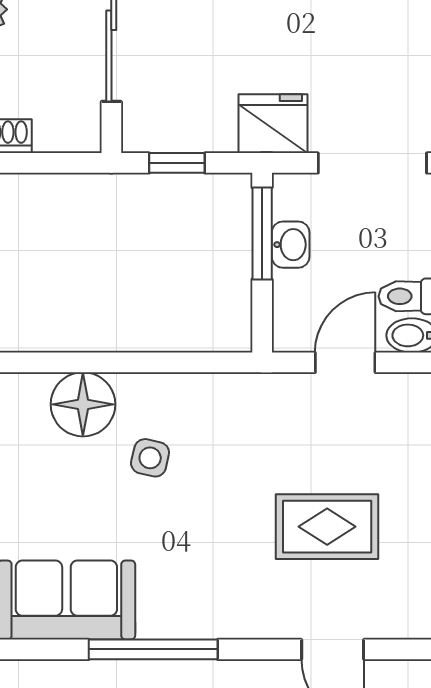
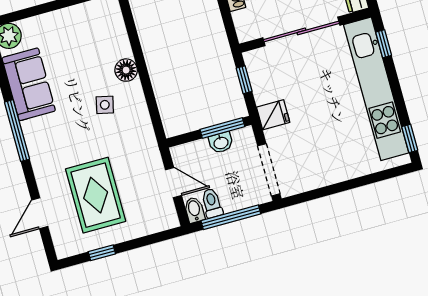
fridge: (273, 124) -> (273, 115), width x0.72
floor lamp: (83, 404) -> (126, 70), width x0.73, depth x0.73
rug: (327, 527) -> (96, 195), width x1.36, depth x1.43

